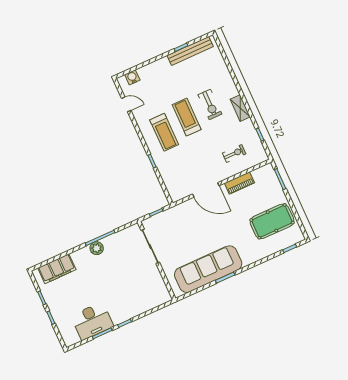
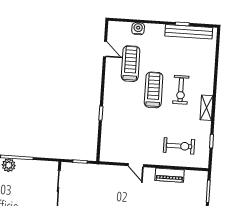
water cooler: (132, 77) -> (138, 29), moved
treadmill: (164, 132) -> (131, 64), moved, turned 180
exercise bike: (234, 153) -> (179, 146), width x1.38, depth x1.39
door: (206, 190) -> (136, 165), width x0.53

